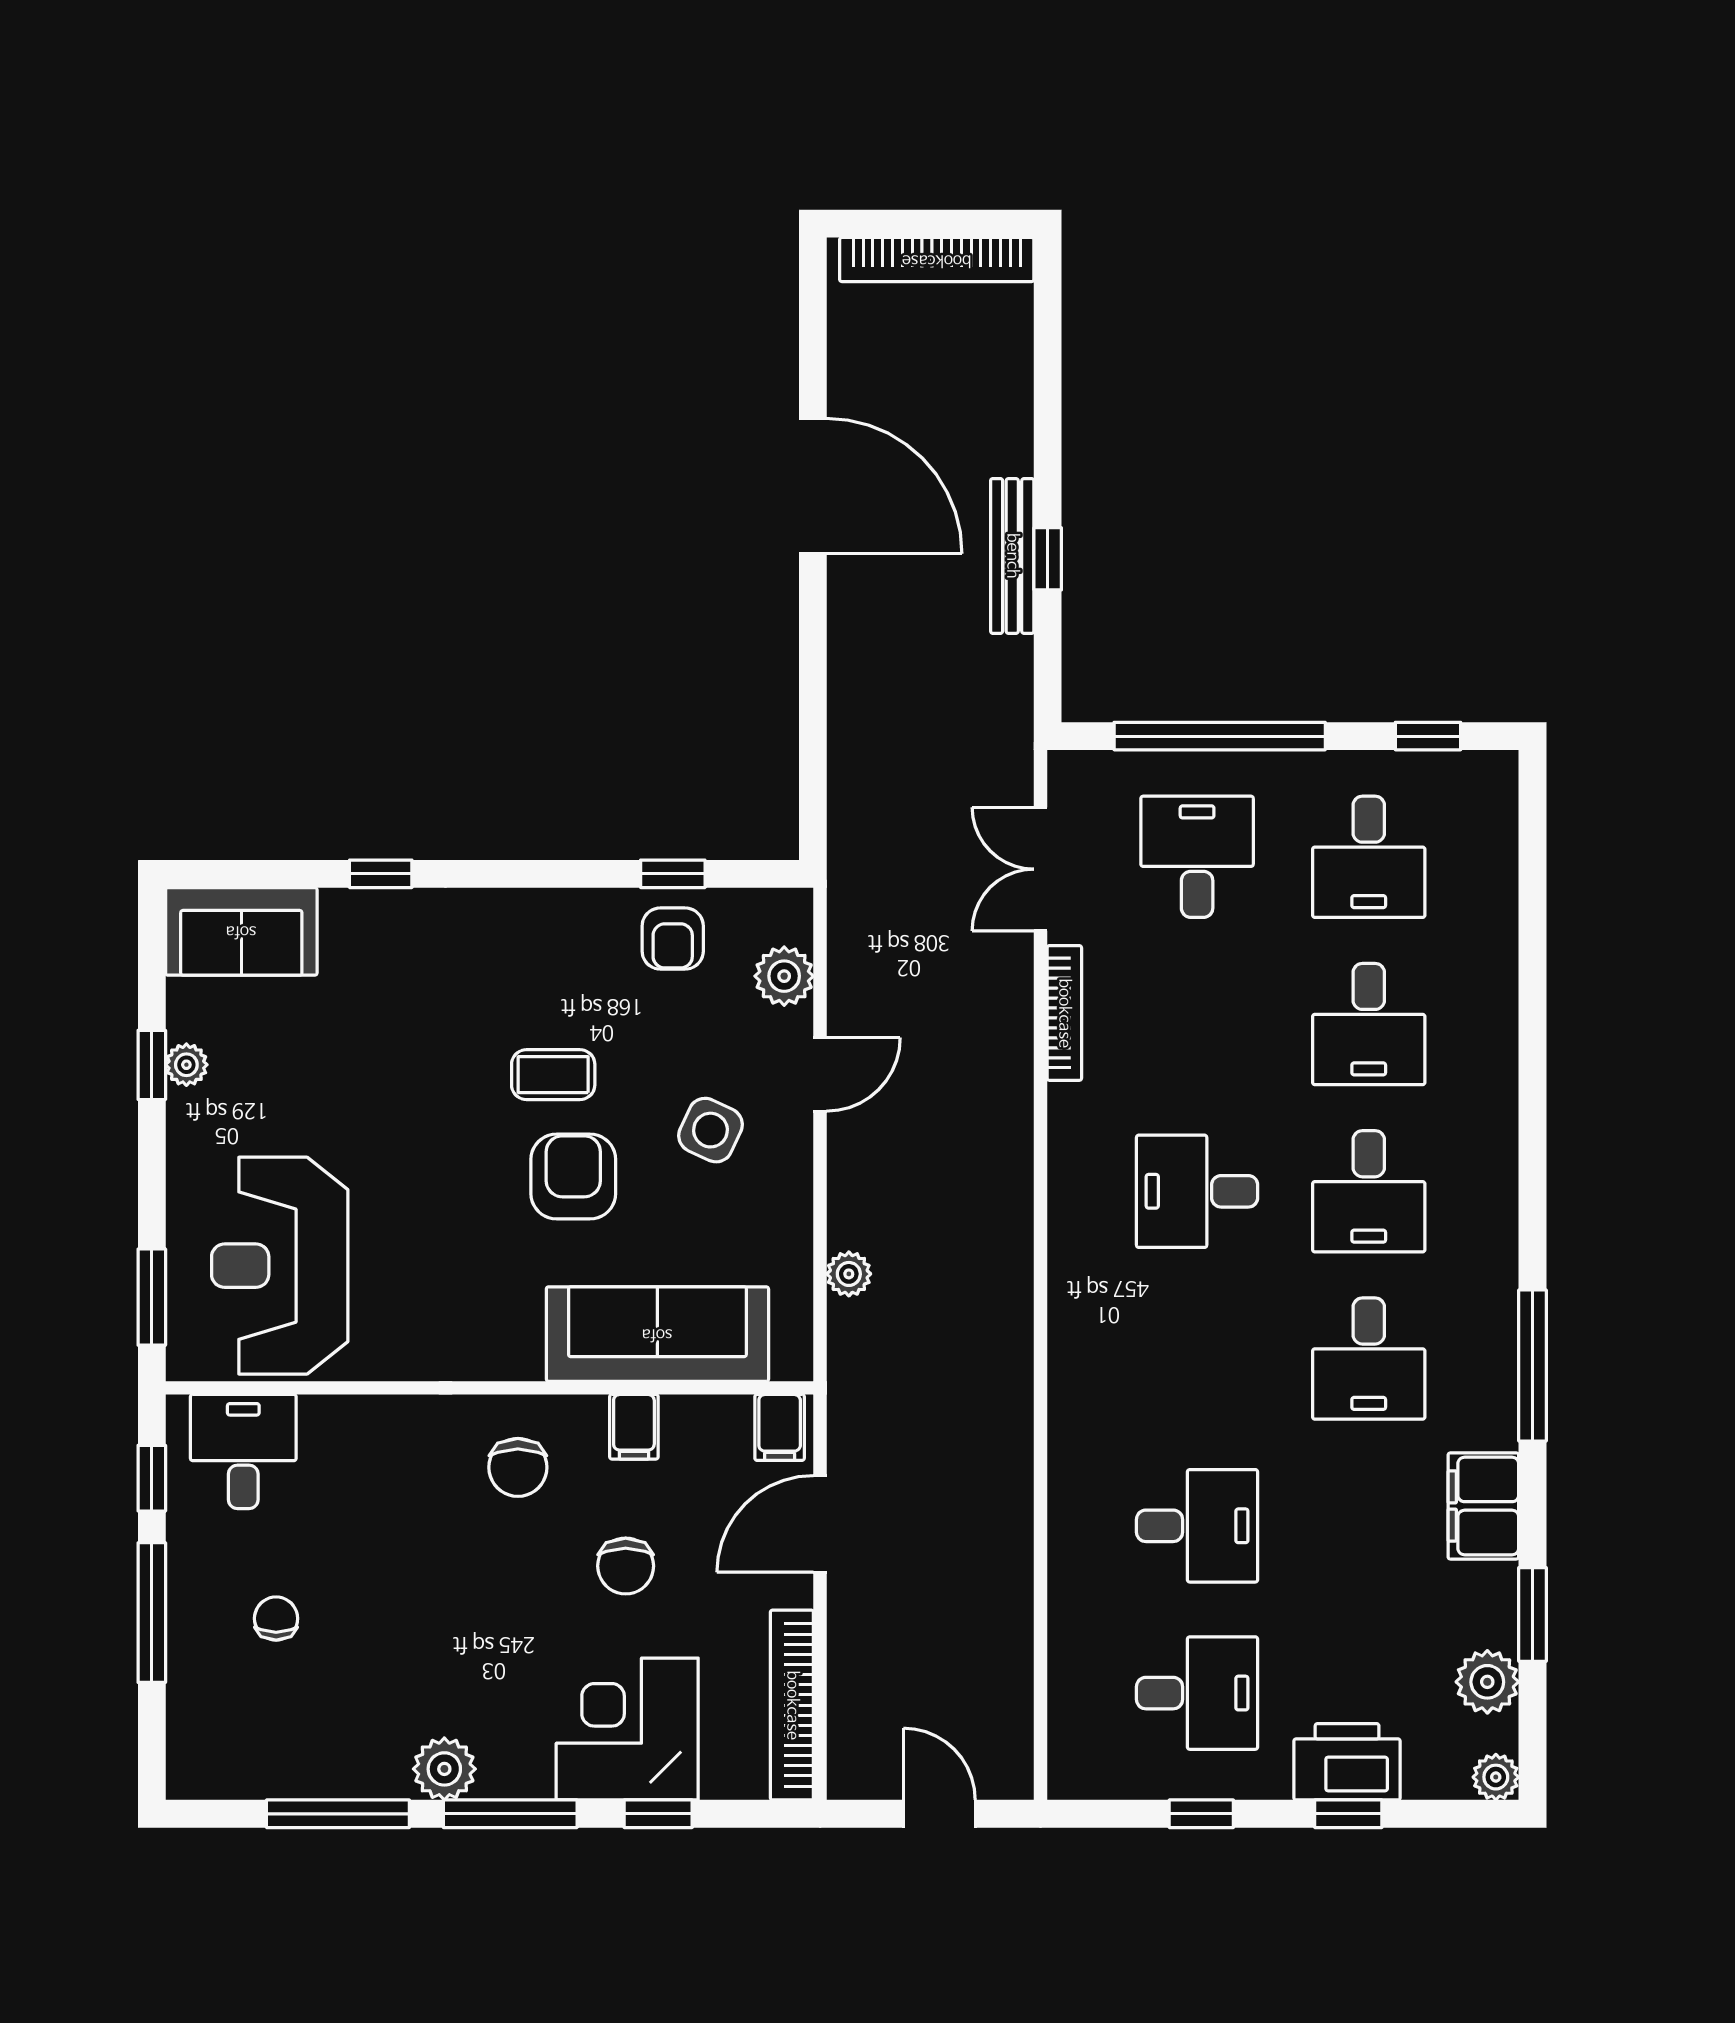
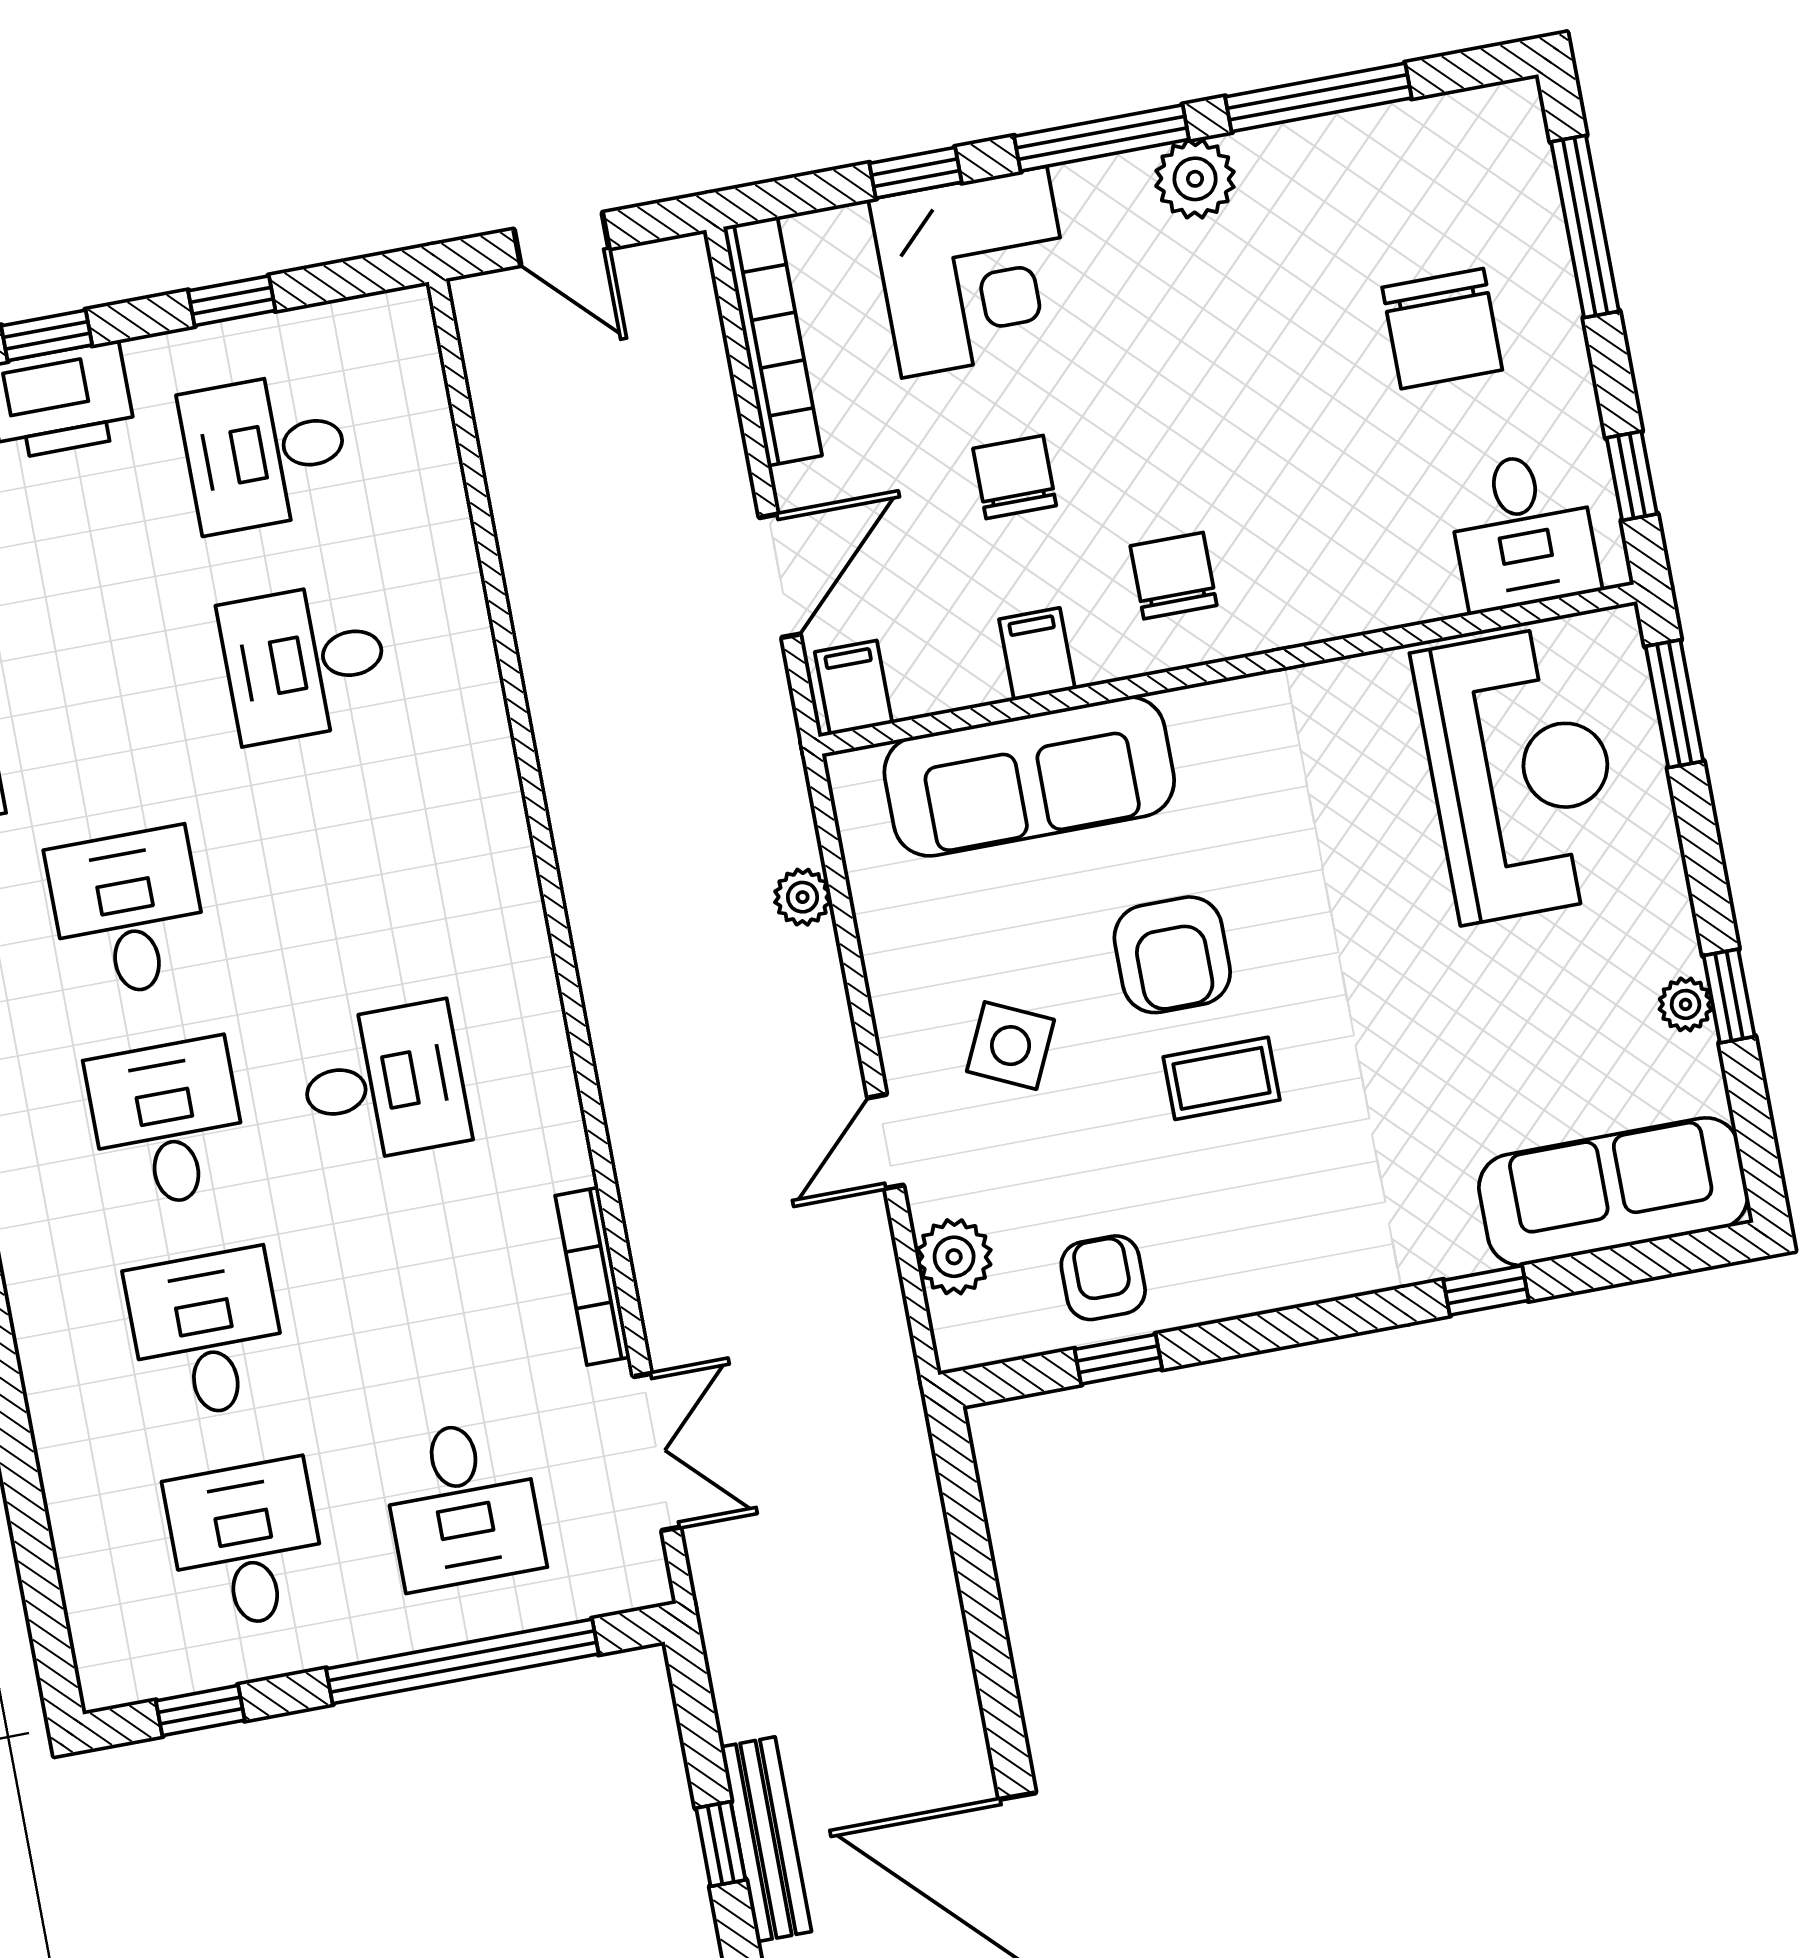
sofa: (241, 931) -> (1613, 1192), width x1.36
window: (152, 1613) -> (1585, 226), moved
chair: (276, 1618) -> (1442, 329), width x1.87, depth x1.87

